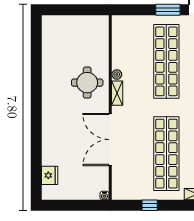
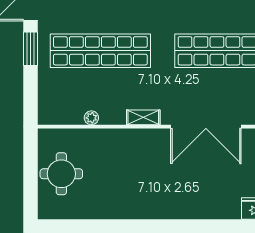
plant: (117, 75) -> (91, 118), moved
round table: (87, 83) -> (61, 174), moved

